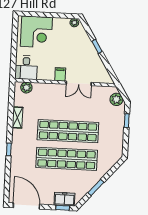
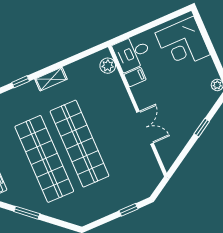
filing cabinet: (60, 74) -> (135, 77), moved
double door: (79, 83) -> (145, 128), swing flipped
plant: (116, 99) -> (148, 184), removed
shelving: (17, 117) -> (51, 79), moved

